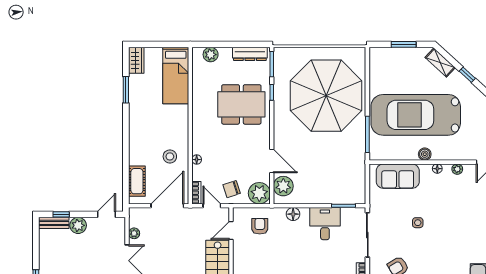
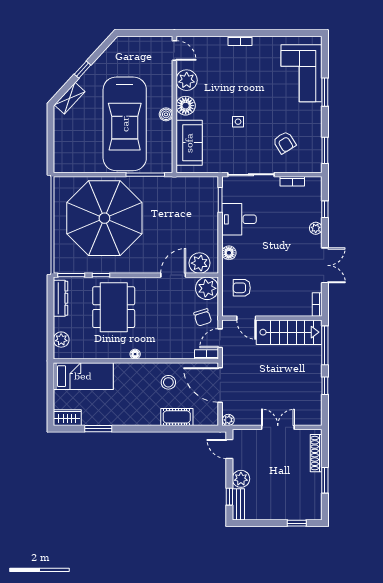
window: (404, 44) -> (50, 136), removed
floor lamp: (197, 160) -> (135, 354), moved
floor lamp: (437, 169) -> (186, 106), width x1.89, depth x1.89
plant: (457, 169) -> (187, 80), width x1.88, depth x1.88
cot: (137, 181) -> (177, 417), moved
plant: (134, 233) -> (228, 420), moved

